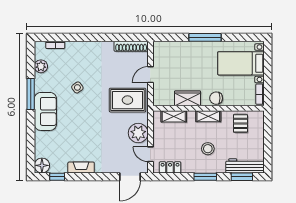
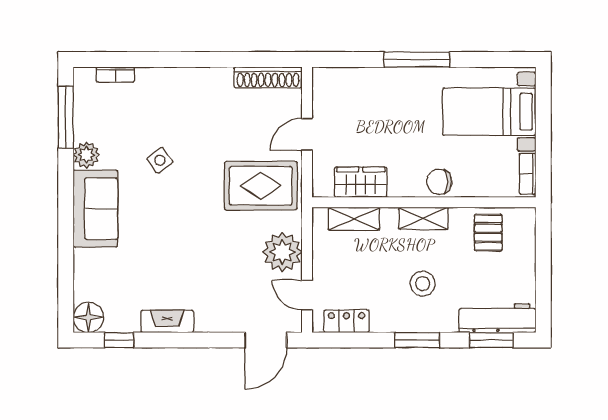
plant: (41, 66) -> (86, 155), moved
window: (31, 94) -> (66, 117), moved
wardrobe: (188, 98) -> (361, 182), moved

